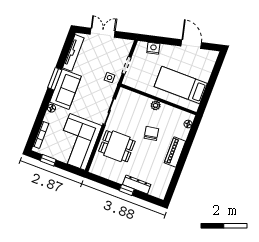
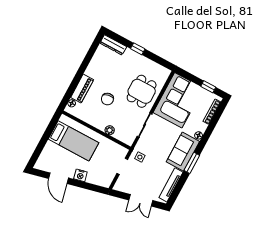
nightstand: (153, 48) -> (80, 175), moved
plant: (156, 105) -> (110, 130), moved
dining table: (117, 146) -> (142, 91), turned 90
piano: (175, 152) -> (82, 89), moved
dresser: (137, 184) -> (113, 45), moved

